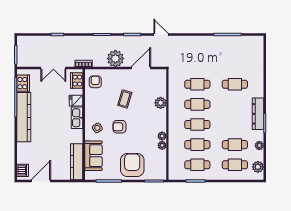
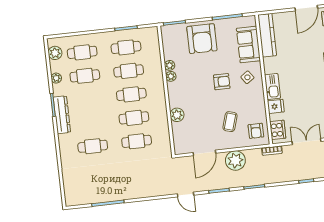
coffee table: (125, 99) -> (230, 122), moved

